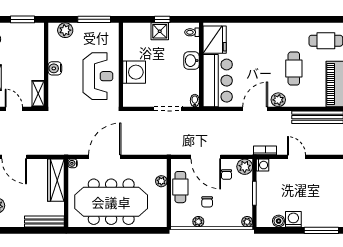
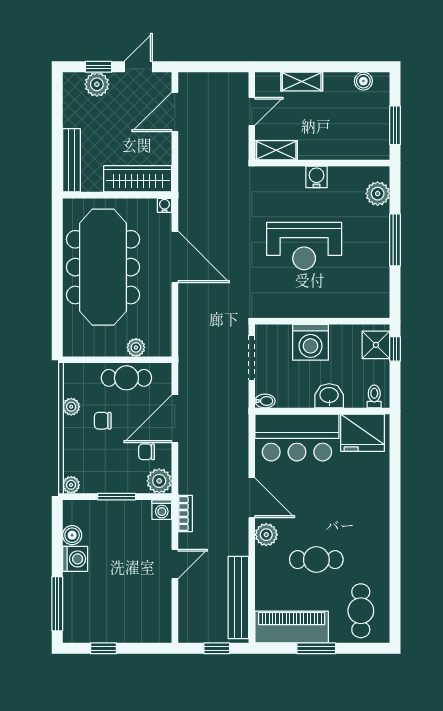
wall: (121, 65) -> (322, 321), moved
washing machine: (134, 72) -> (310, 342), moved

